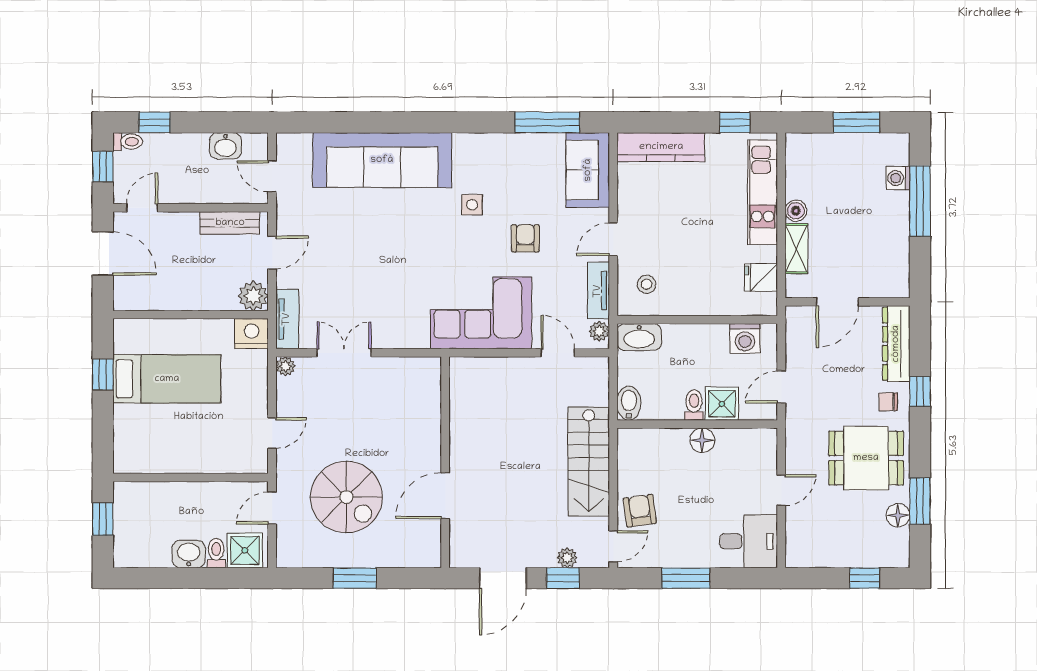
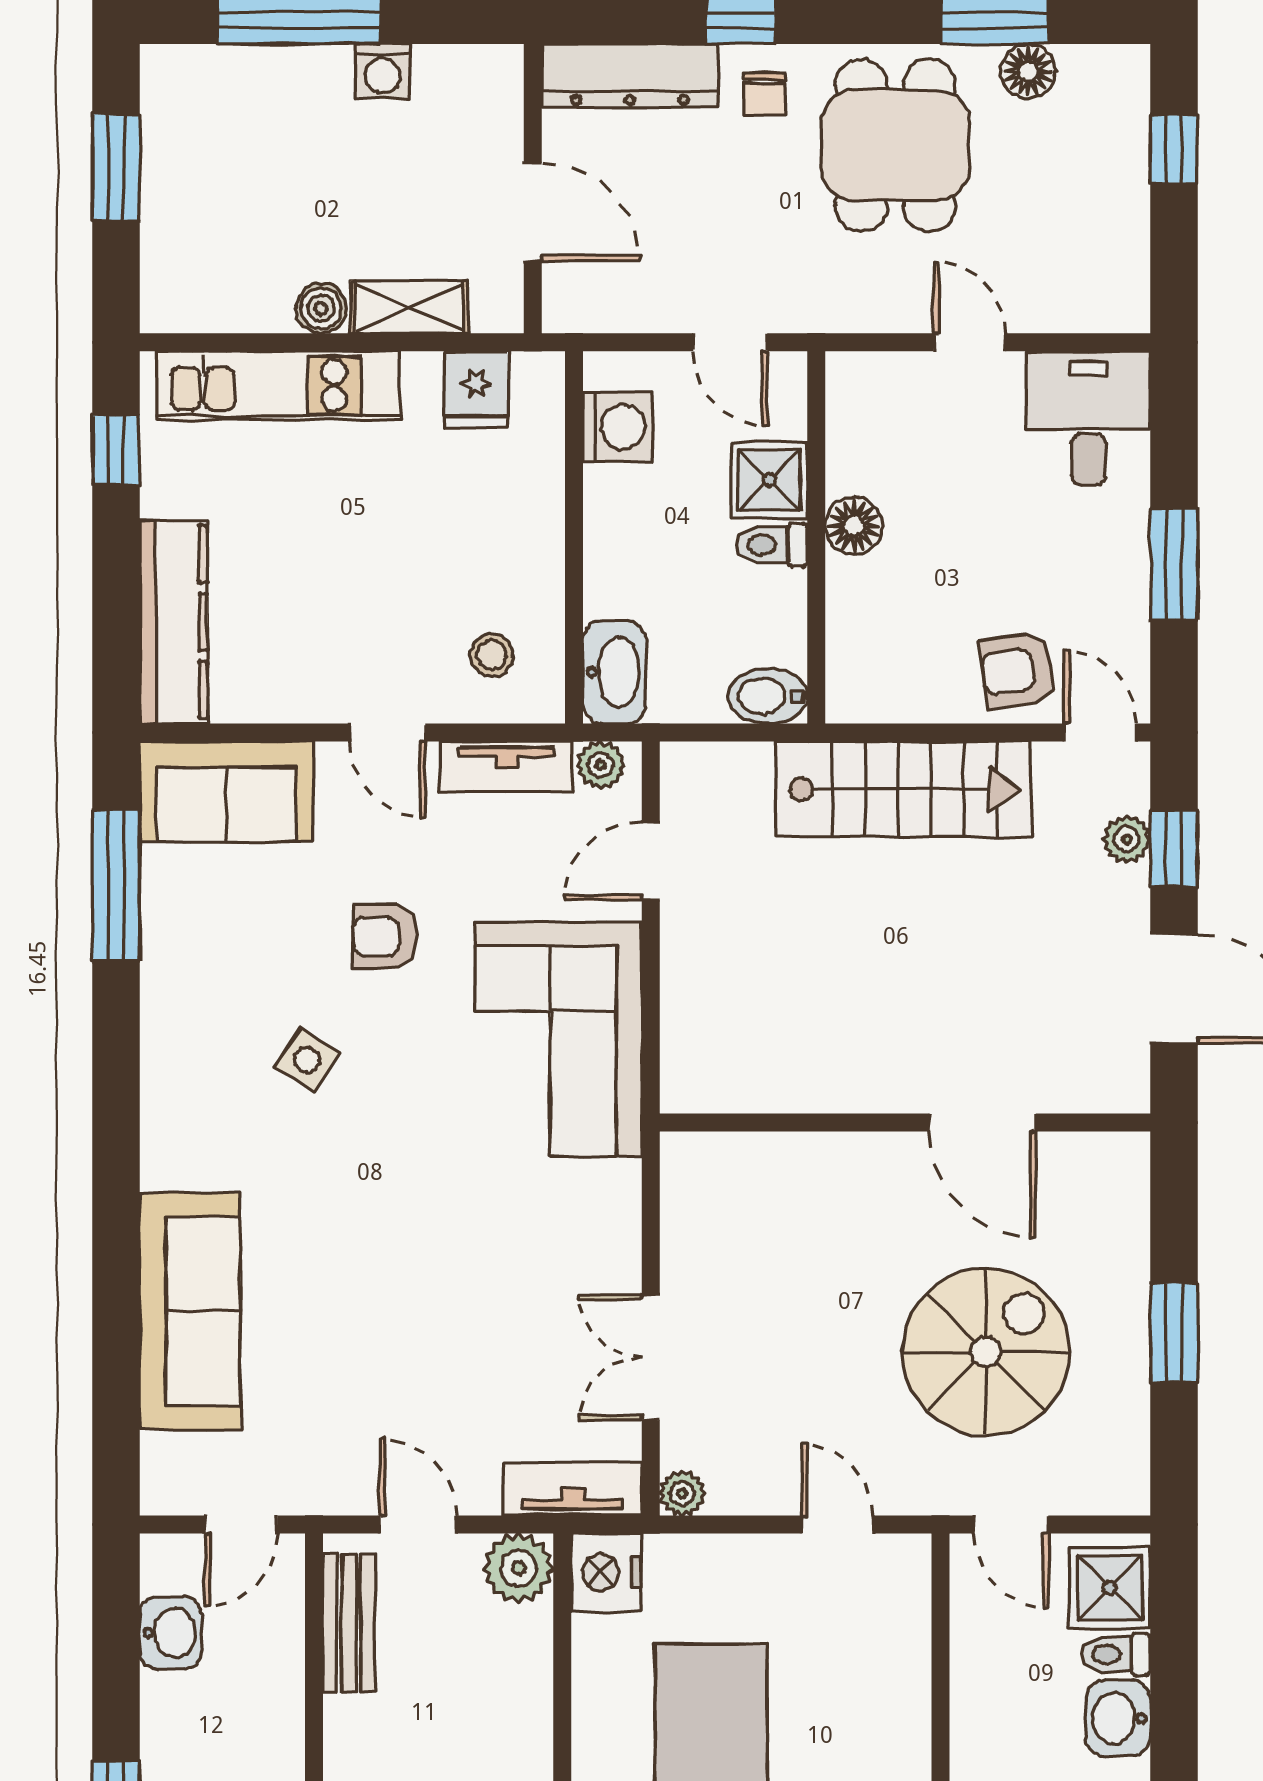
sofa: (382, 160) -> (190, 1311), width x0.74, depth x0.79
washing machine: (898, 178) -> (382, 71), moved
side table: (472, 205) -> (307, 1060), turned 34

